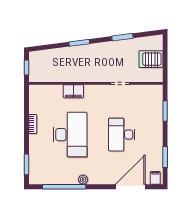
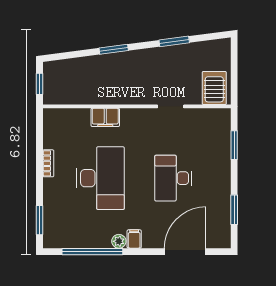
server rack: (151, 59) -> (214, 88), moved, turned 90
filing cabinet: (155, 178) -> (134, 239), moved

